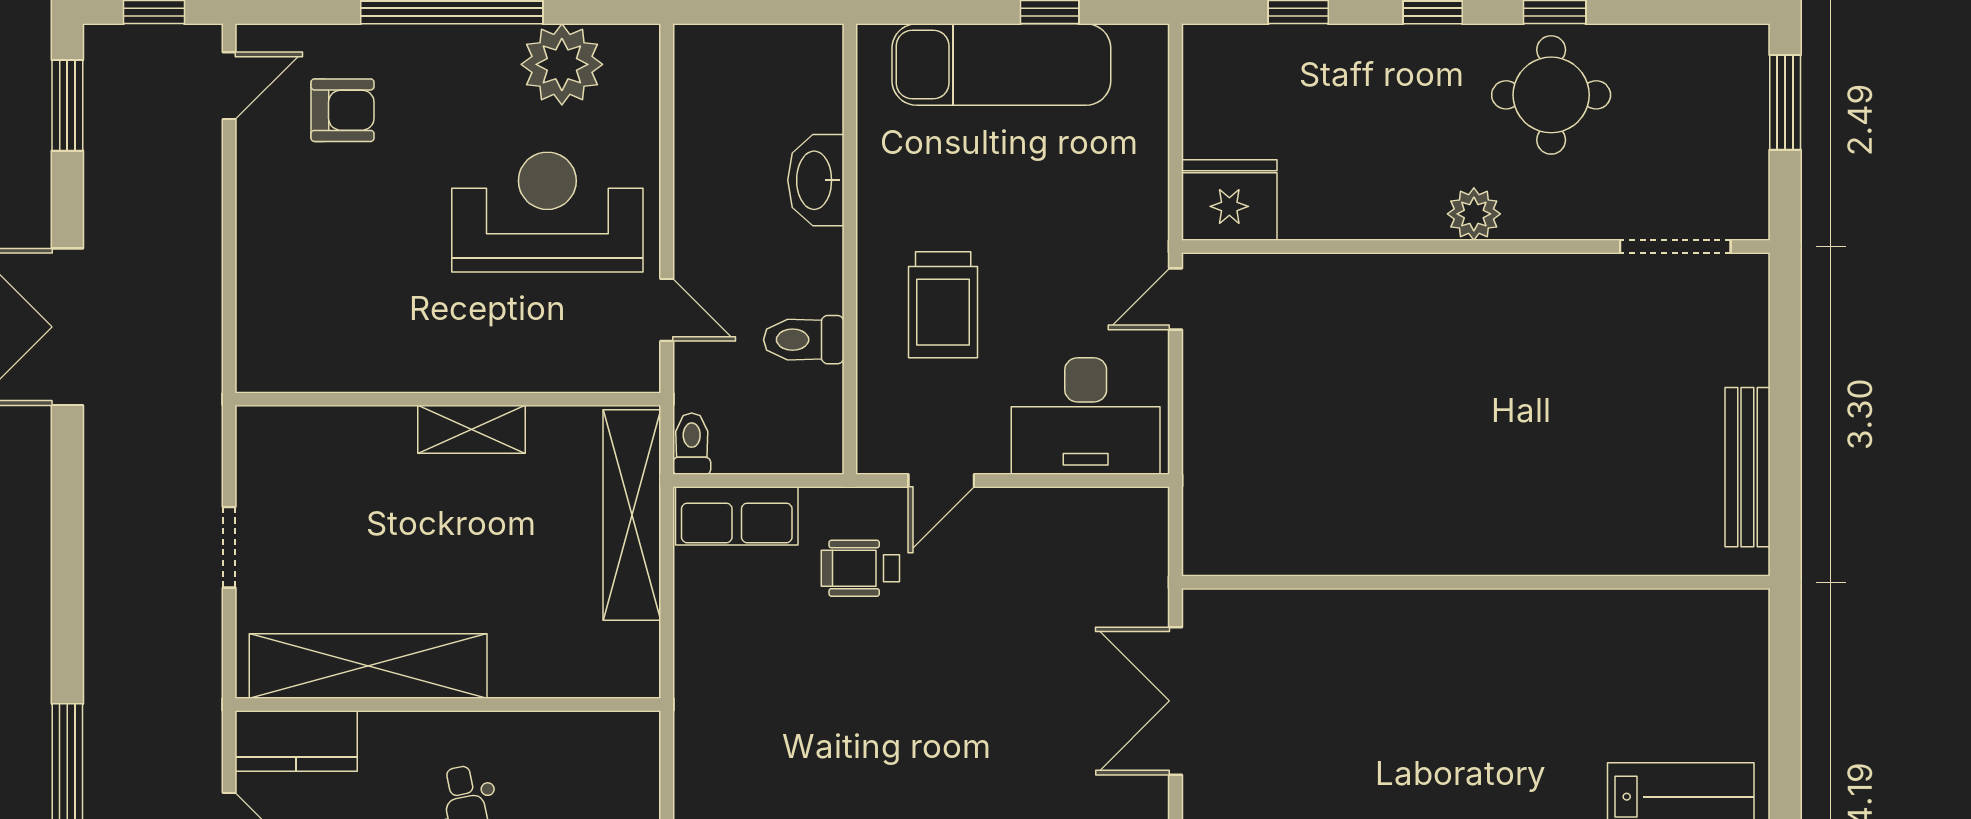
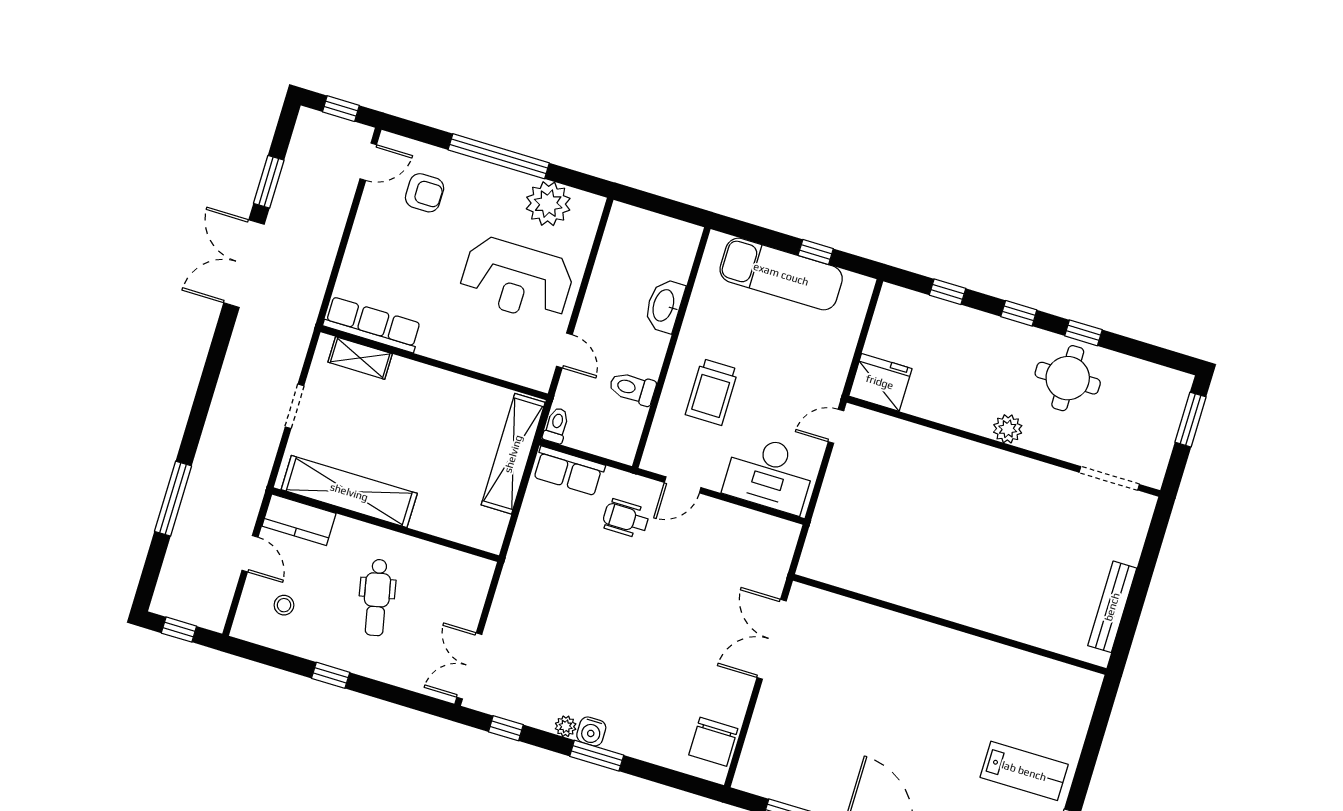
window: (67, 105) -> (269, 182), moved
reception desk: (547, 212) -> (517, 280), turned 180
row of seats: (321, 365) -> (372, 325), added
shelving: (471, 429) -> (360, 358), moved

